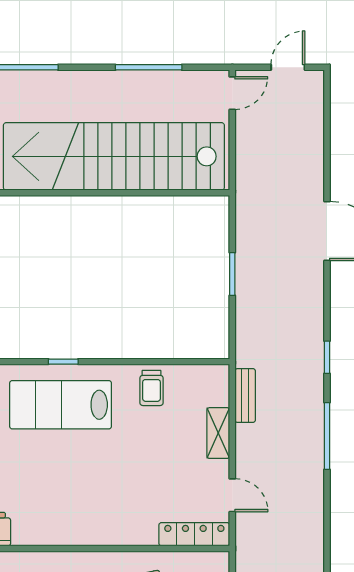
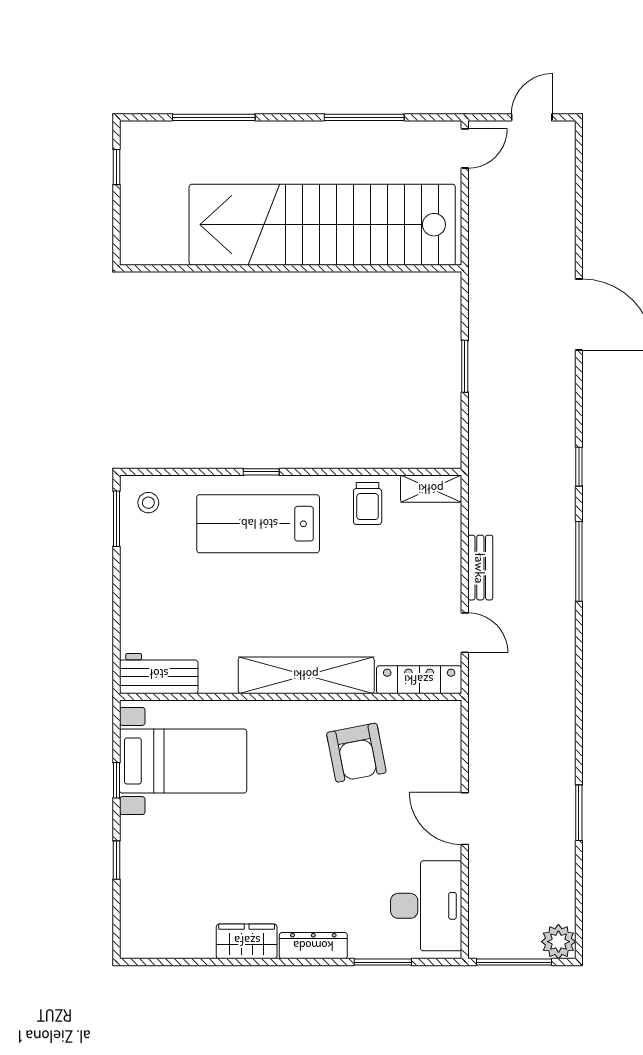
bench: (245, 396) -> (480, 568), moved
shelving: (218, 433) -> (431, 489), moved, turned 90
shelving: (101, 531) -> (306, 675), added

